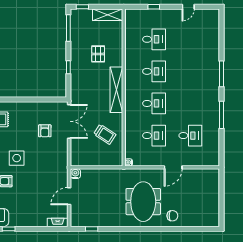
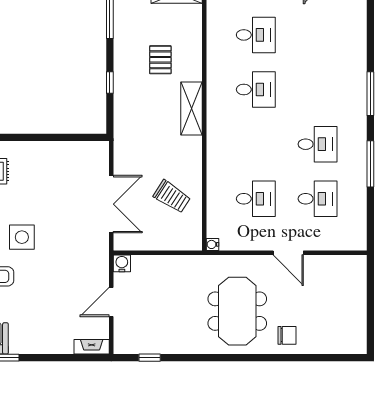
shelving: (116, 90) -> (191, 109), width x0.68
desk: (154, 103) -> (318, 144), moved
double door: (69, 121) -> (111, 204), moved
armchair: (45, 131) -> (70, 191), removed
door: (173, 167) -> (288, 253), hinge flipped

